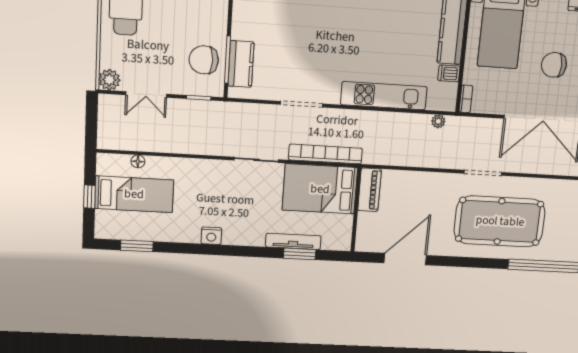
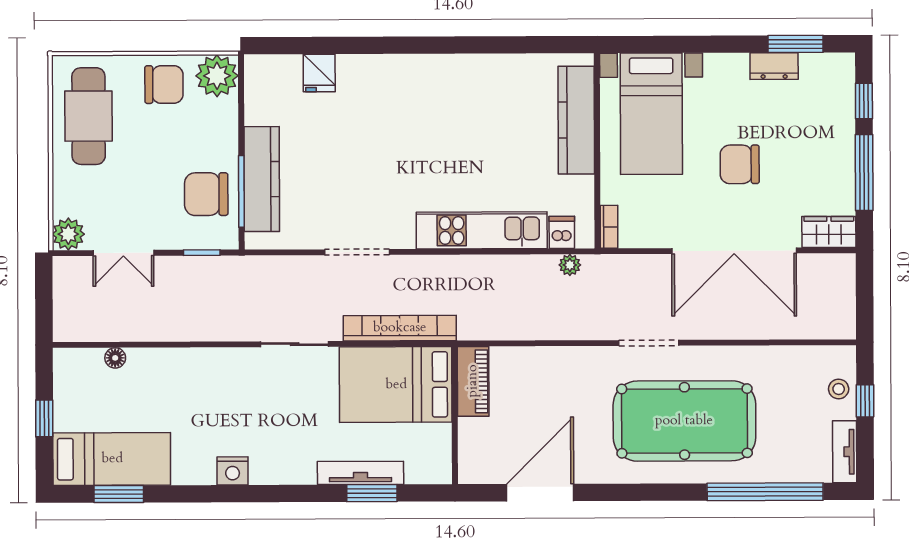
kitchen counter: (241, 64) -> (262, 179), width x1.50
dishwasher: (449, 73) -> (562, 232), moved, turned 90
bed: (134, 194) -> (112, 459), moved

